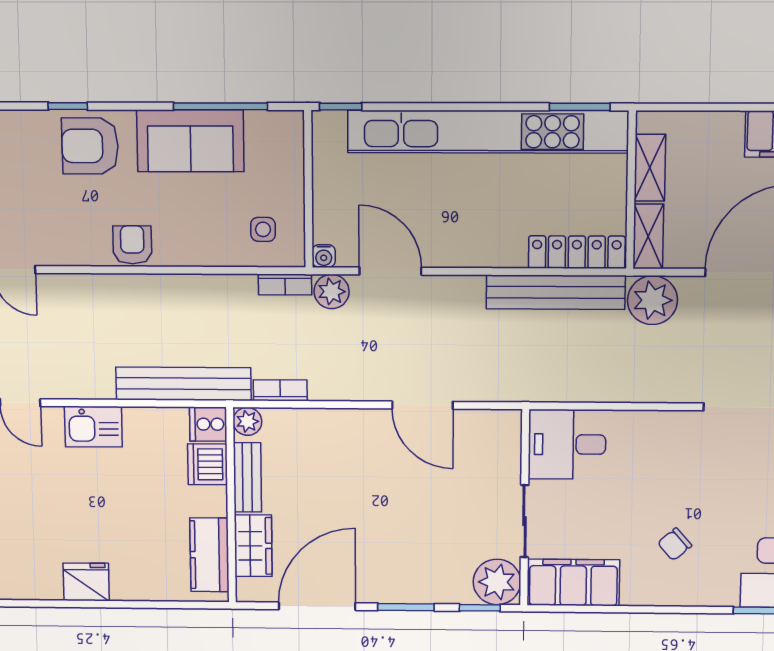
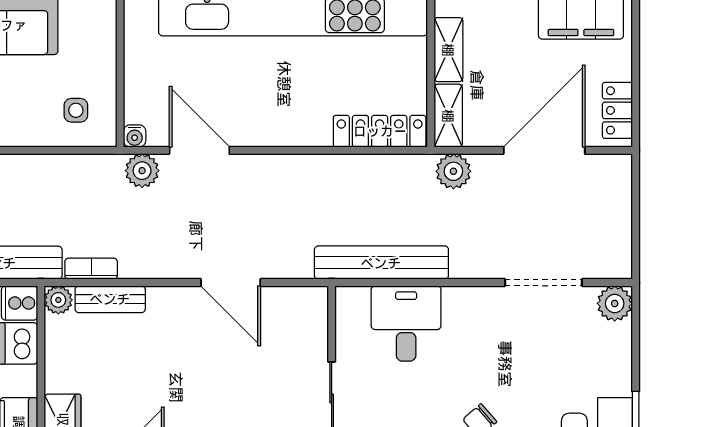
bookcase: (285, 285) -> (97, 164), removed
bench: (556, 292) -> (381, 263), moved
plant: (653, 300) -> (453, 171), width x0.73, depth x0.73
desk: (567, 444) -> (406, 323), moved, turned 90
bench: (247, 477) -> (110, 299), moved, turned 90

